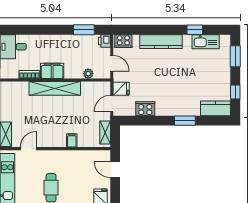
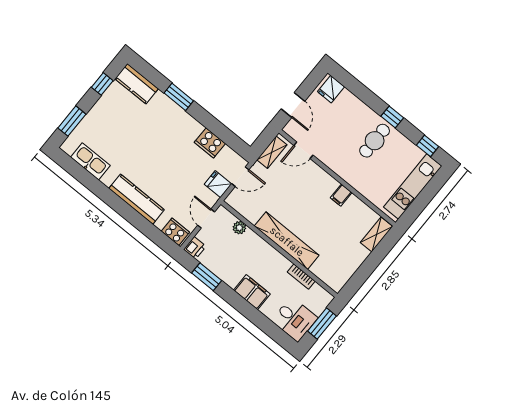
window: (195, 30) -> (92, 183), removed
filing cabinet: (52, 71) -> (252, 292), moved, turned 180
filing cabinet: (72, 140) -> (341, 195), moved
door: (28, 149) -> (303, 150), moved

